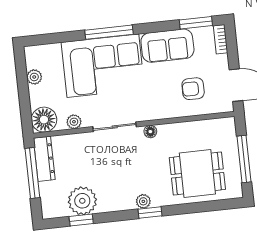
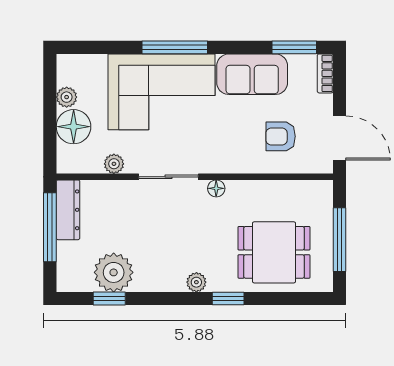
floor lamp: (44, 120) -> (74, 127), moved
window: (150, 213) -> (228, 298), moved

